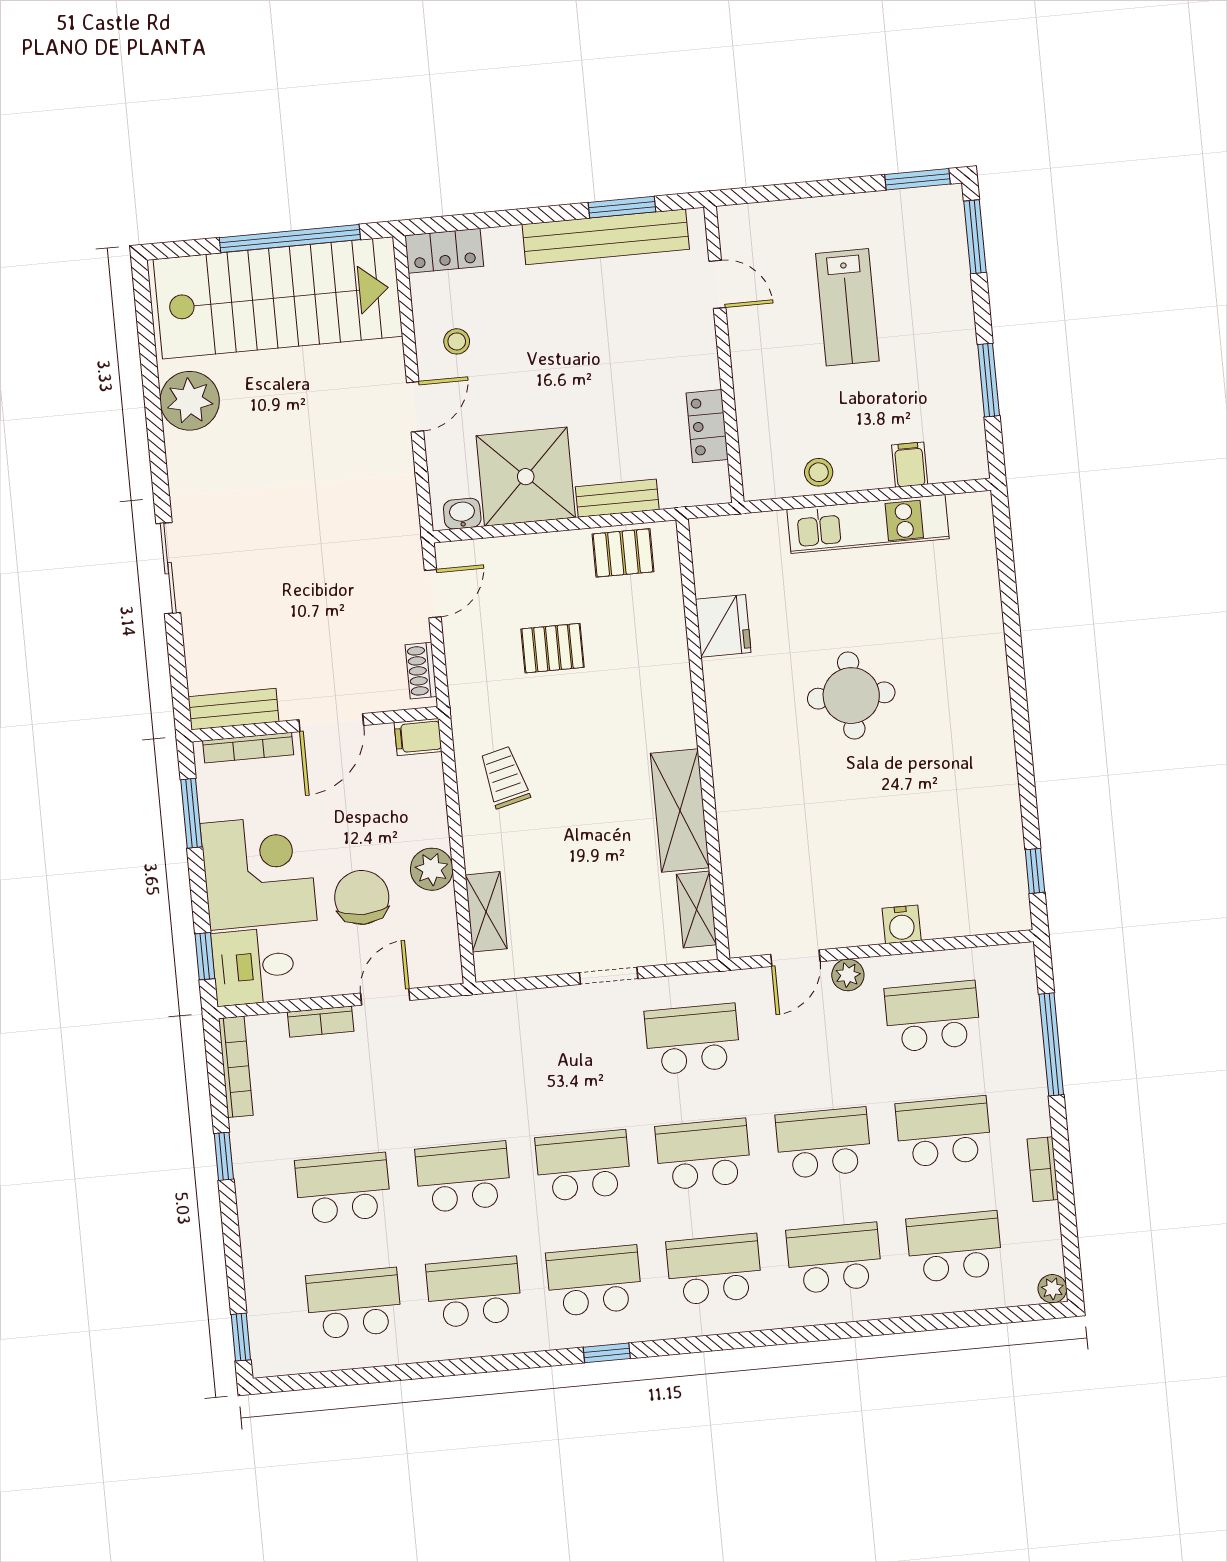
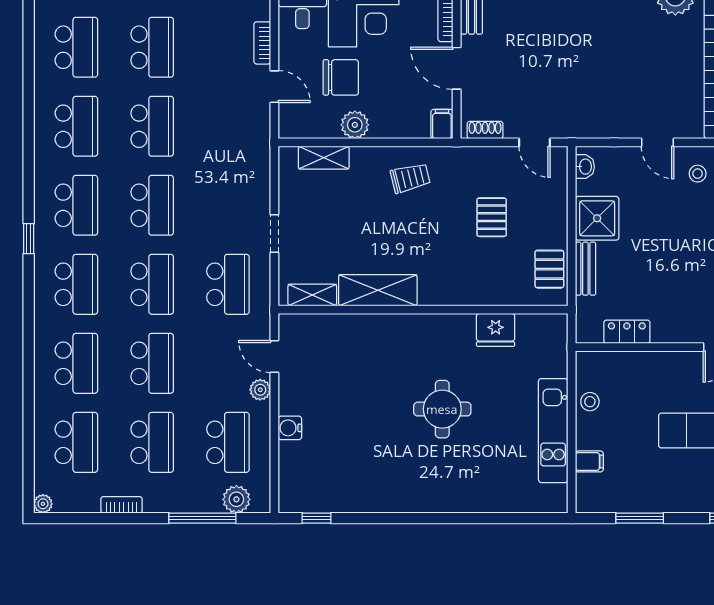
shower: (526, 477) -> (597, 218), width x0.73, depth x0.73
plant: (1018, 995) -> (236, 499), added
window: (607, 1353) -> (29, 239), moved

